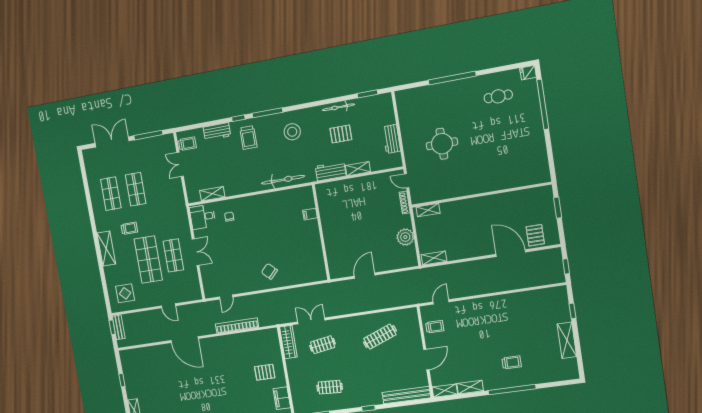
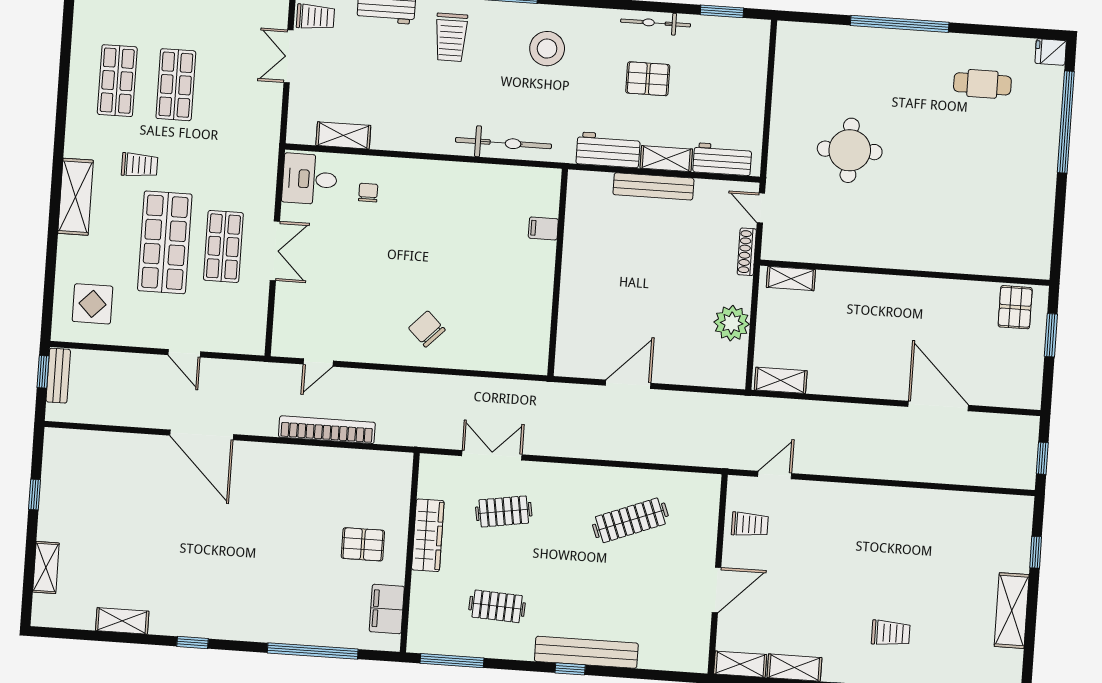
workbench: (391, 139) -> (722, 159), moved, turned 90
bench: (355, 183) -> (653, 186), added
pallet: (535, 235) -> (1015, 307), moved
wardrobe: (288, 342) -> (428, 535), moved
bench: (406, 395) -> (586, 652), moved

